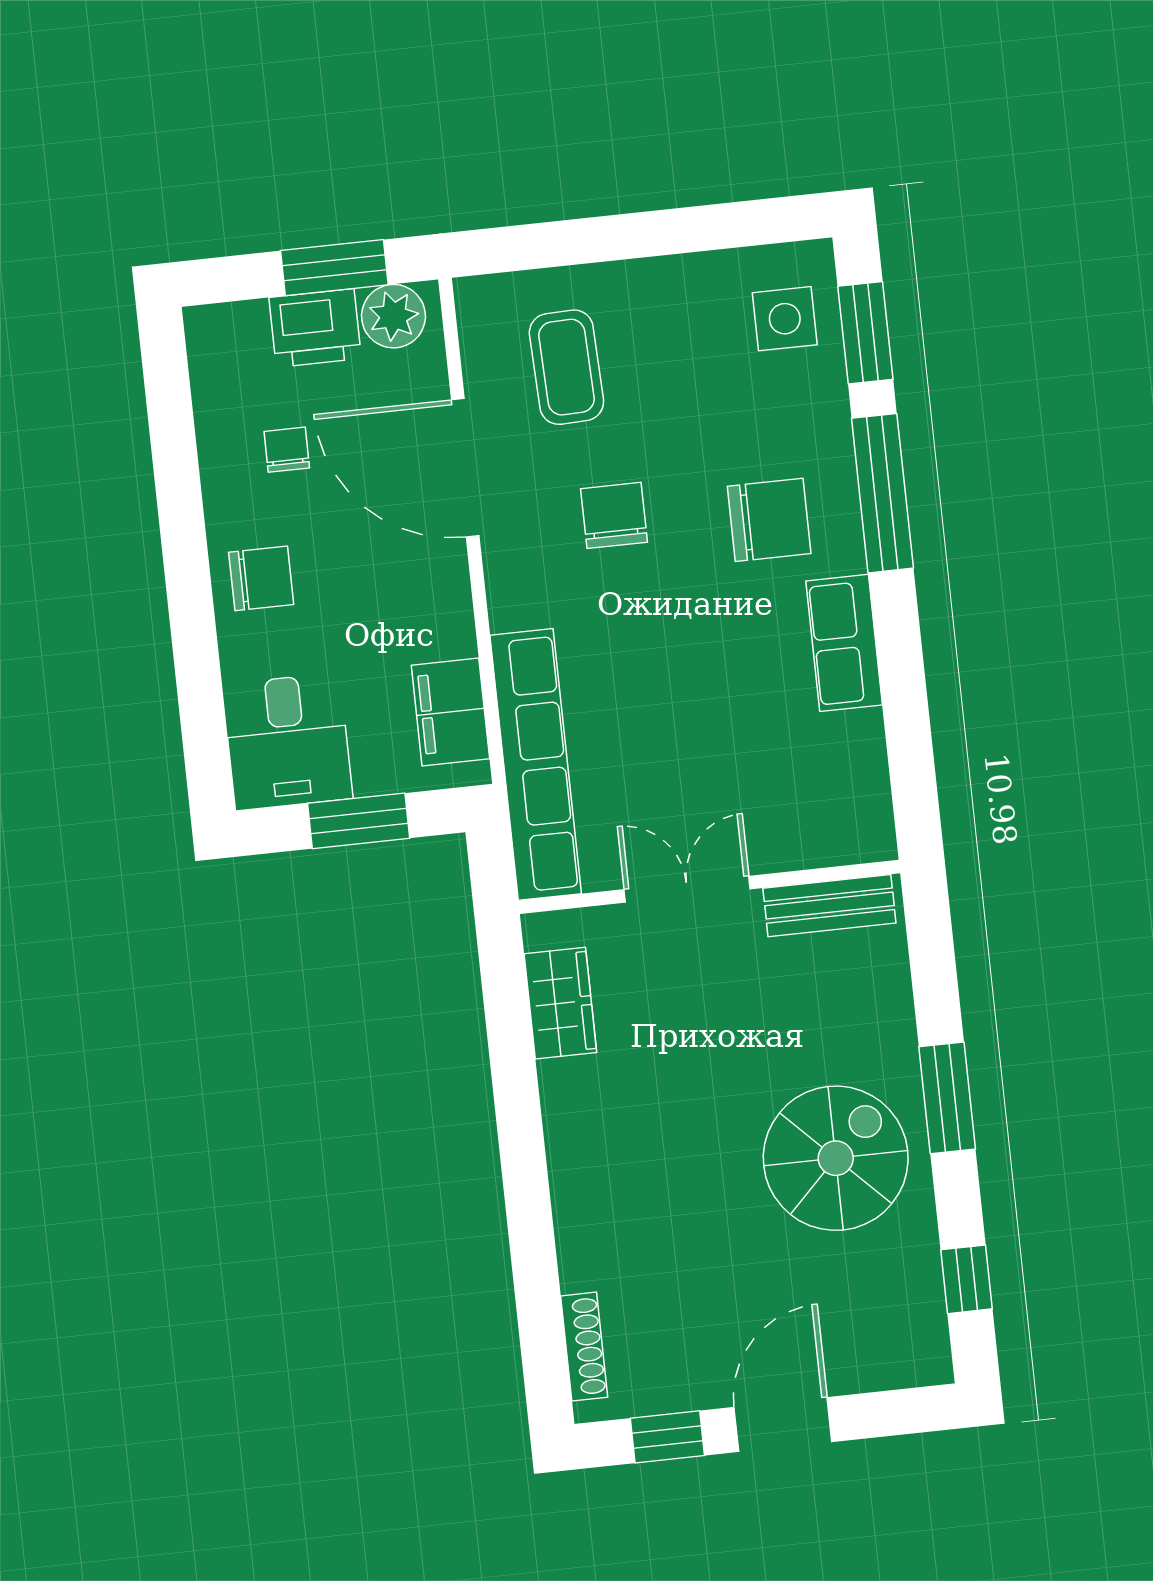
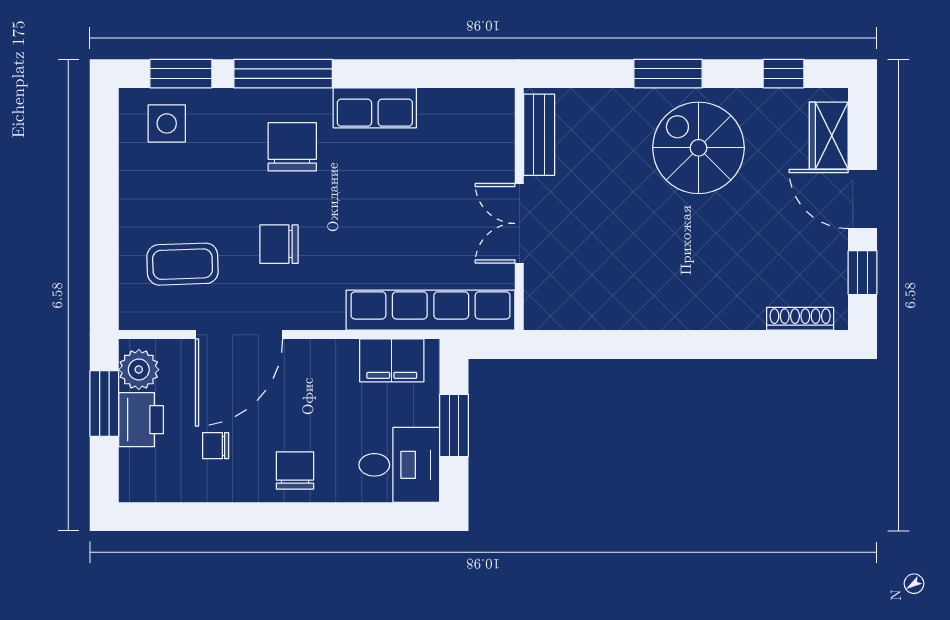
wardrobe: (560, 1003) -> (829, 136), moved, turned -90

